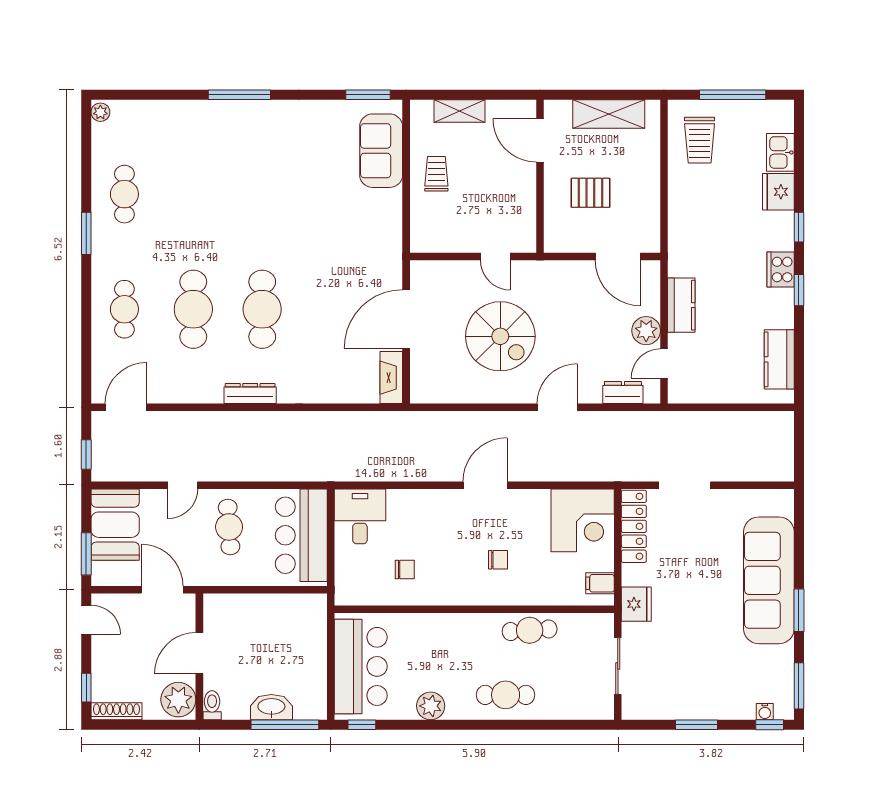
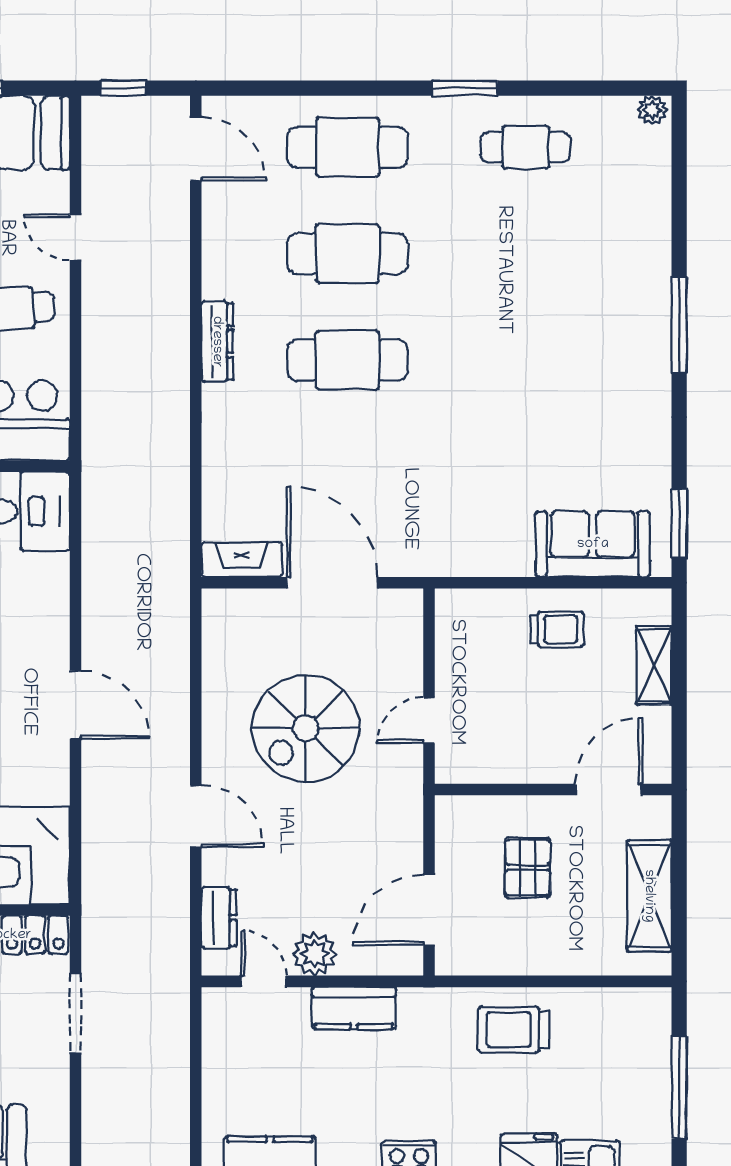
trolley: (700, 140) -> (514, 1030), moved
cafe table: (124, 309) -> (348, 147), width x1.37, depth x1.35

